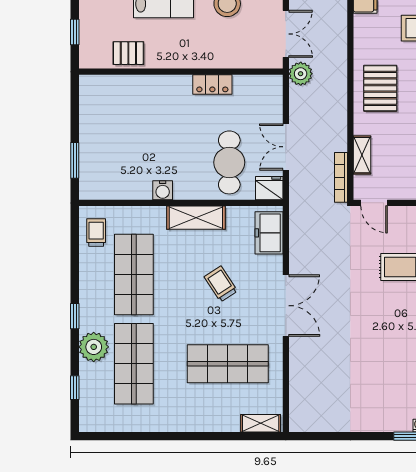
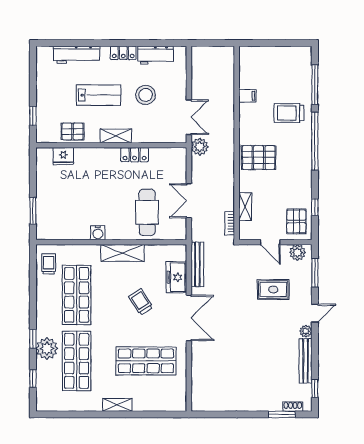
shelving: (187, 59) -> (116, 136), added
pallet: (380, 88) -> (259, 157), turned 90
bookcase: (341, 177) -> (230, 223), width x0.64
fridge: (269, 188) -> (63, 156), moved, turned 180
door: (374, 203) -> (270, 242), moved
freezer: (269, 233) -> (176, 277), moved
bench: (297, 233) -> (197, 264), added
window: (75, 316) -> (33, 339), moved
shelving: (261, 423) -> (117, 405), moved

